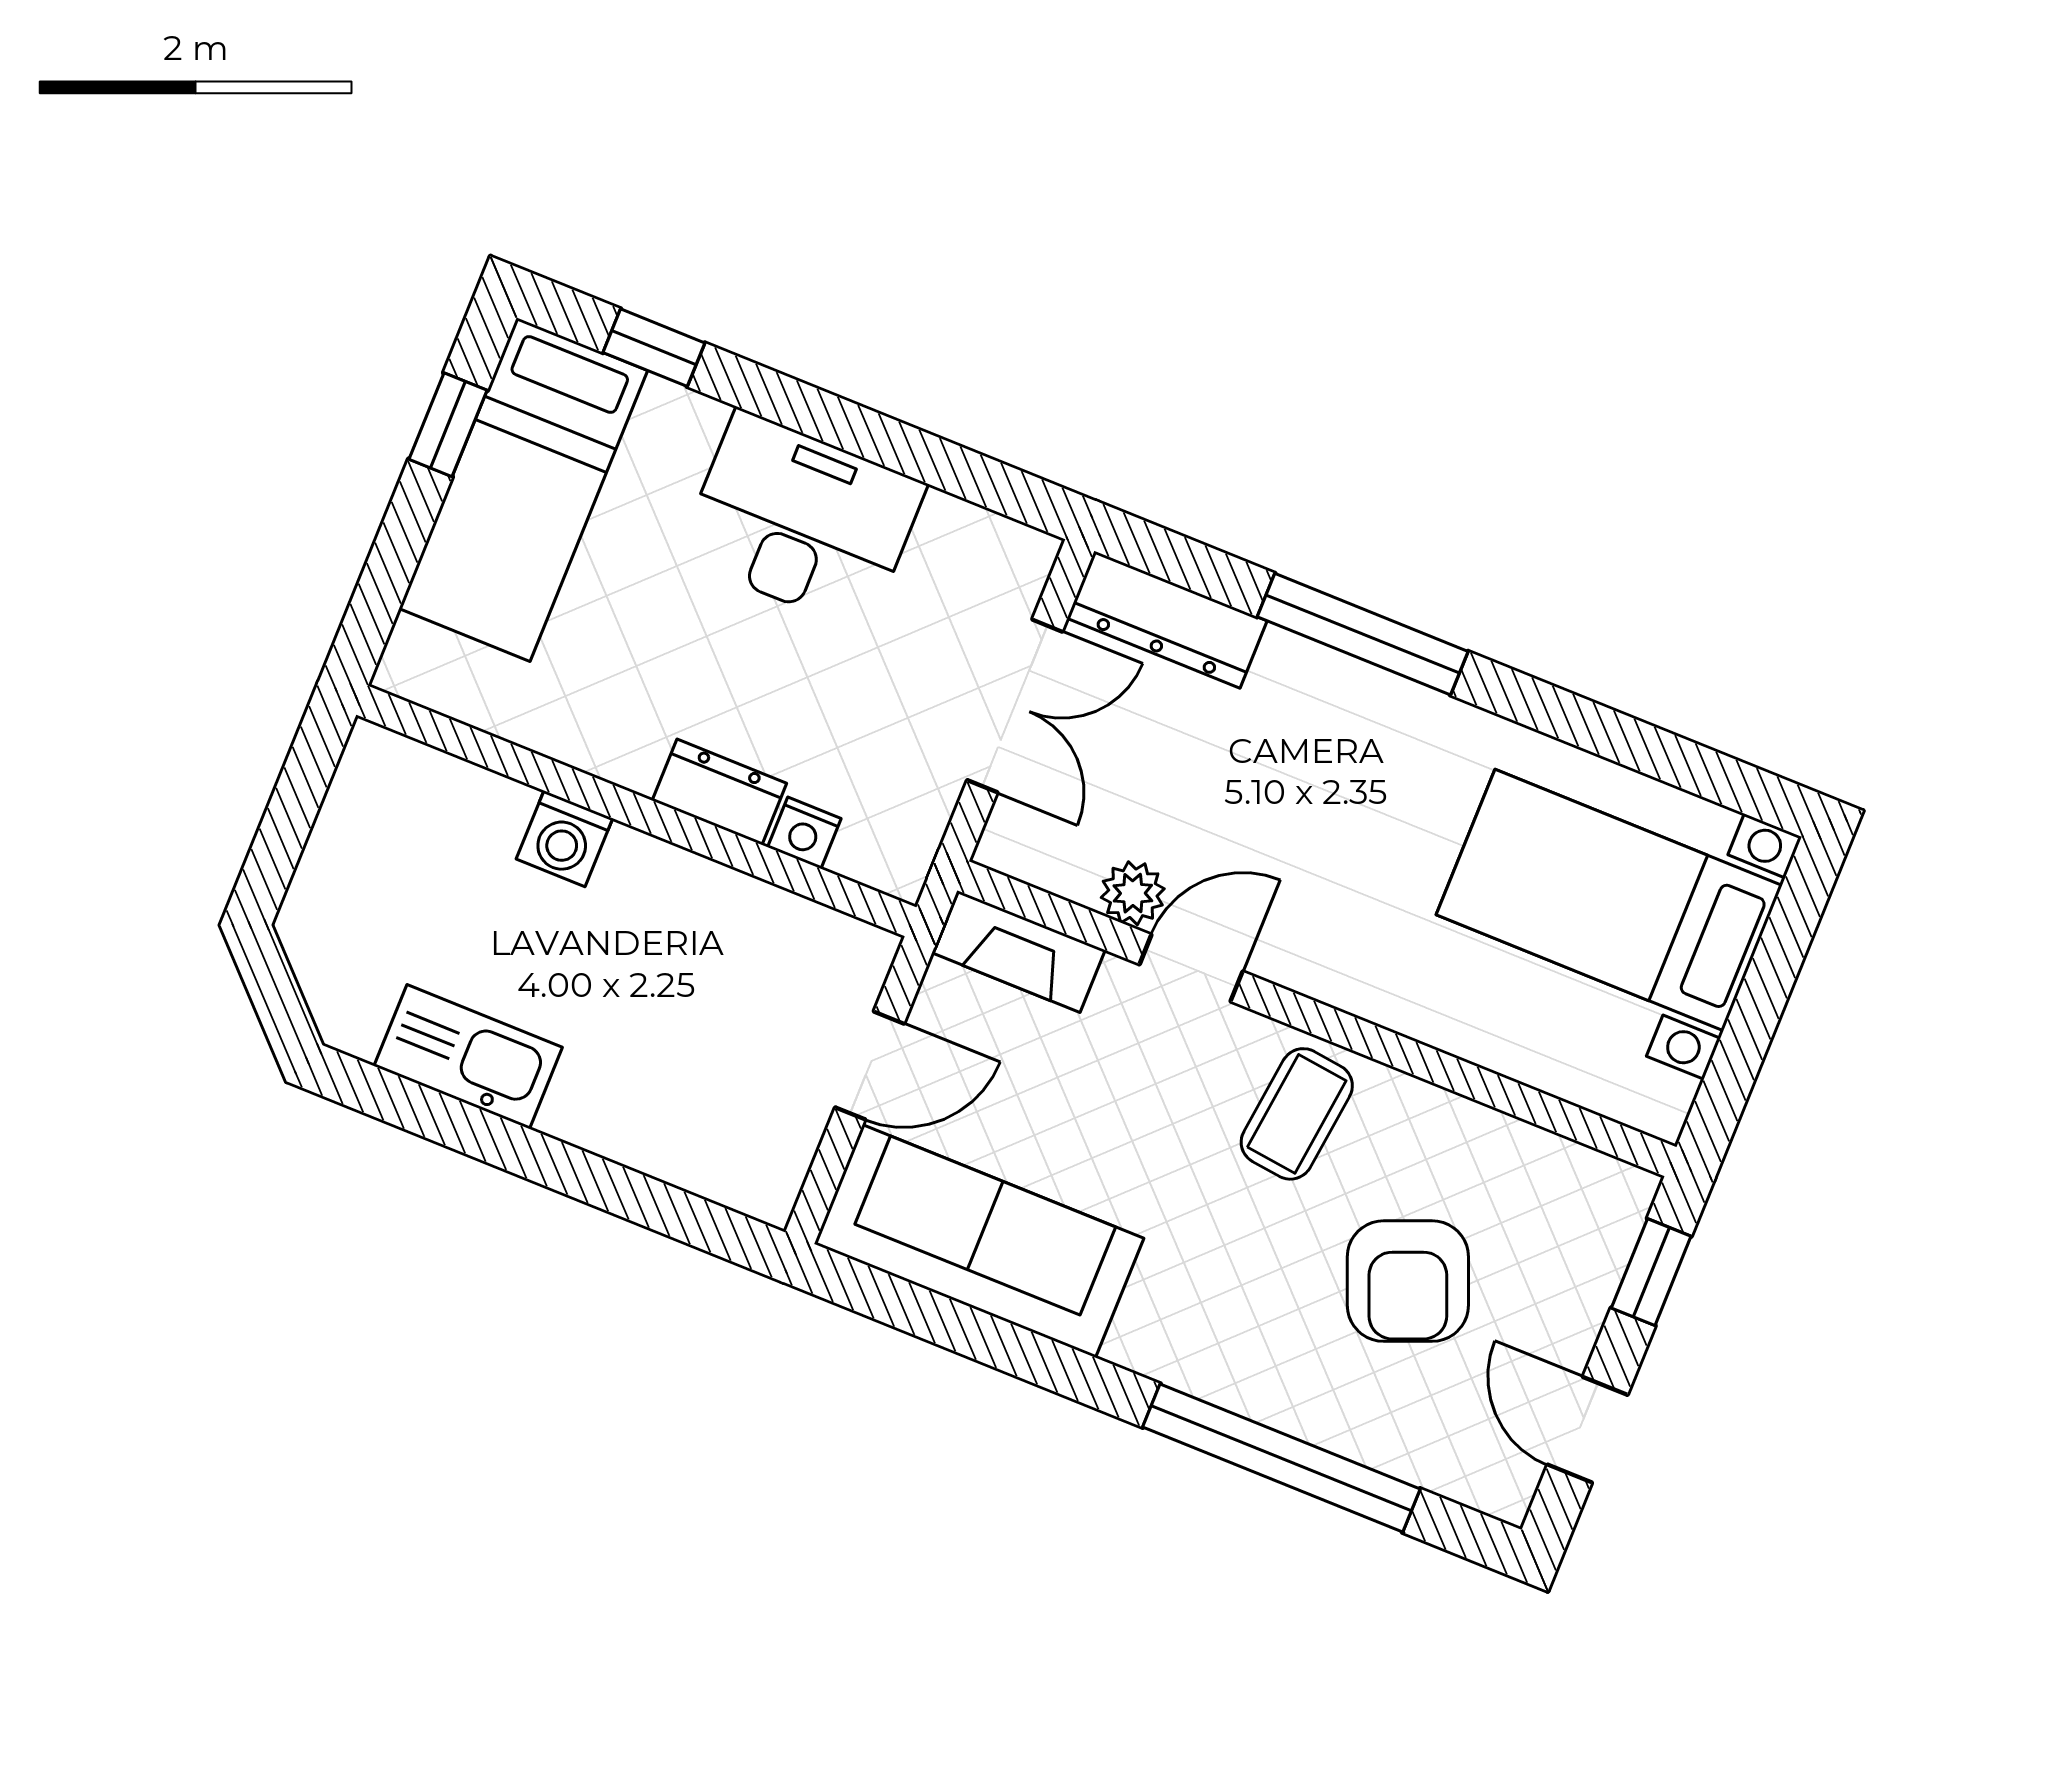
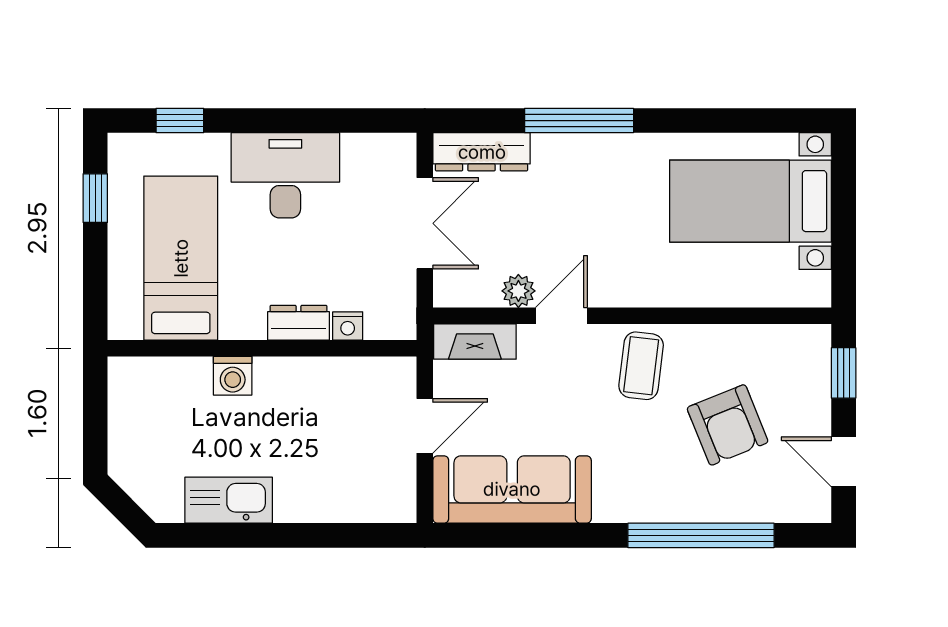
bed: (523, 490) -> (181, 258), moved, turned 180

